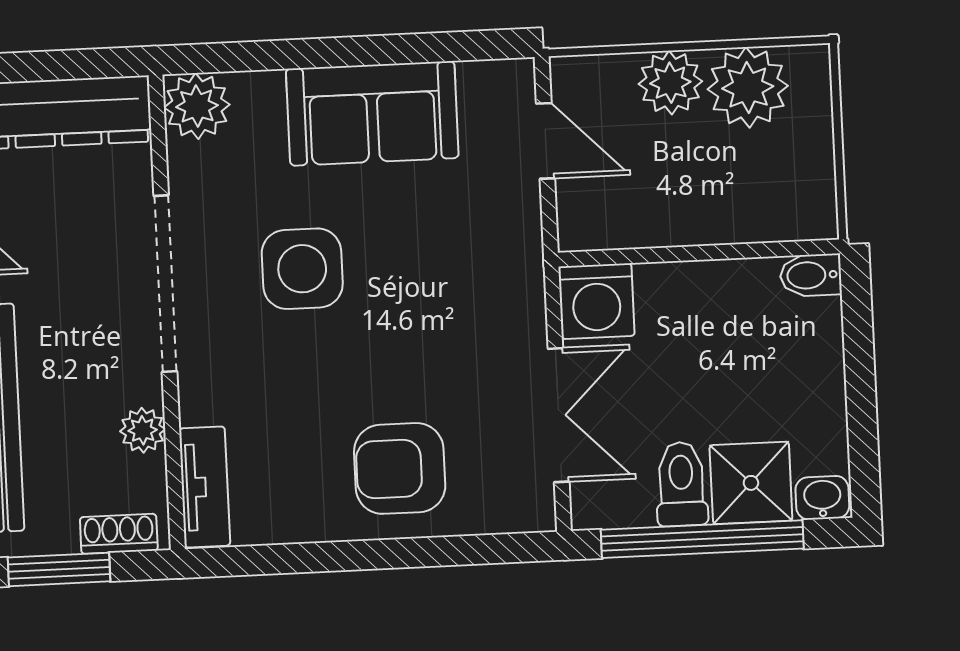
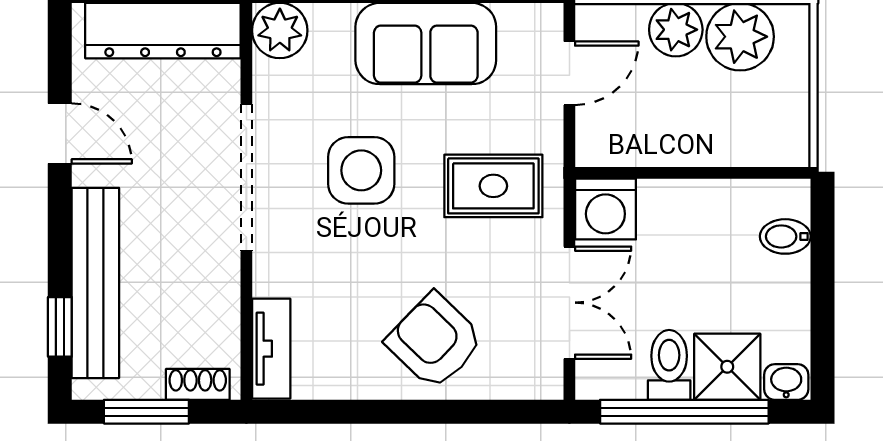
door: (546, 141) -> (569, 73), hinge flipped
bidet: (811, 275) -> (785, 236), moved
rug: (461, 280) -> (493, 186), added
plant: (143, 430) -> (222, 299), removed
armchair: (400, 468) -> (435, 341), turned 44

